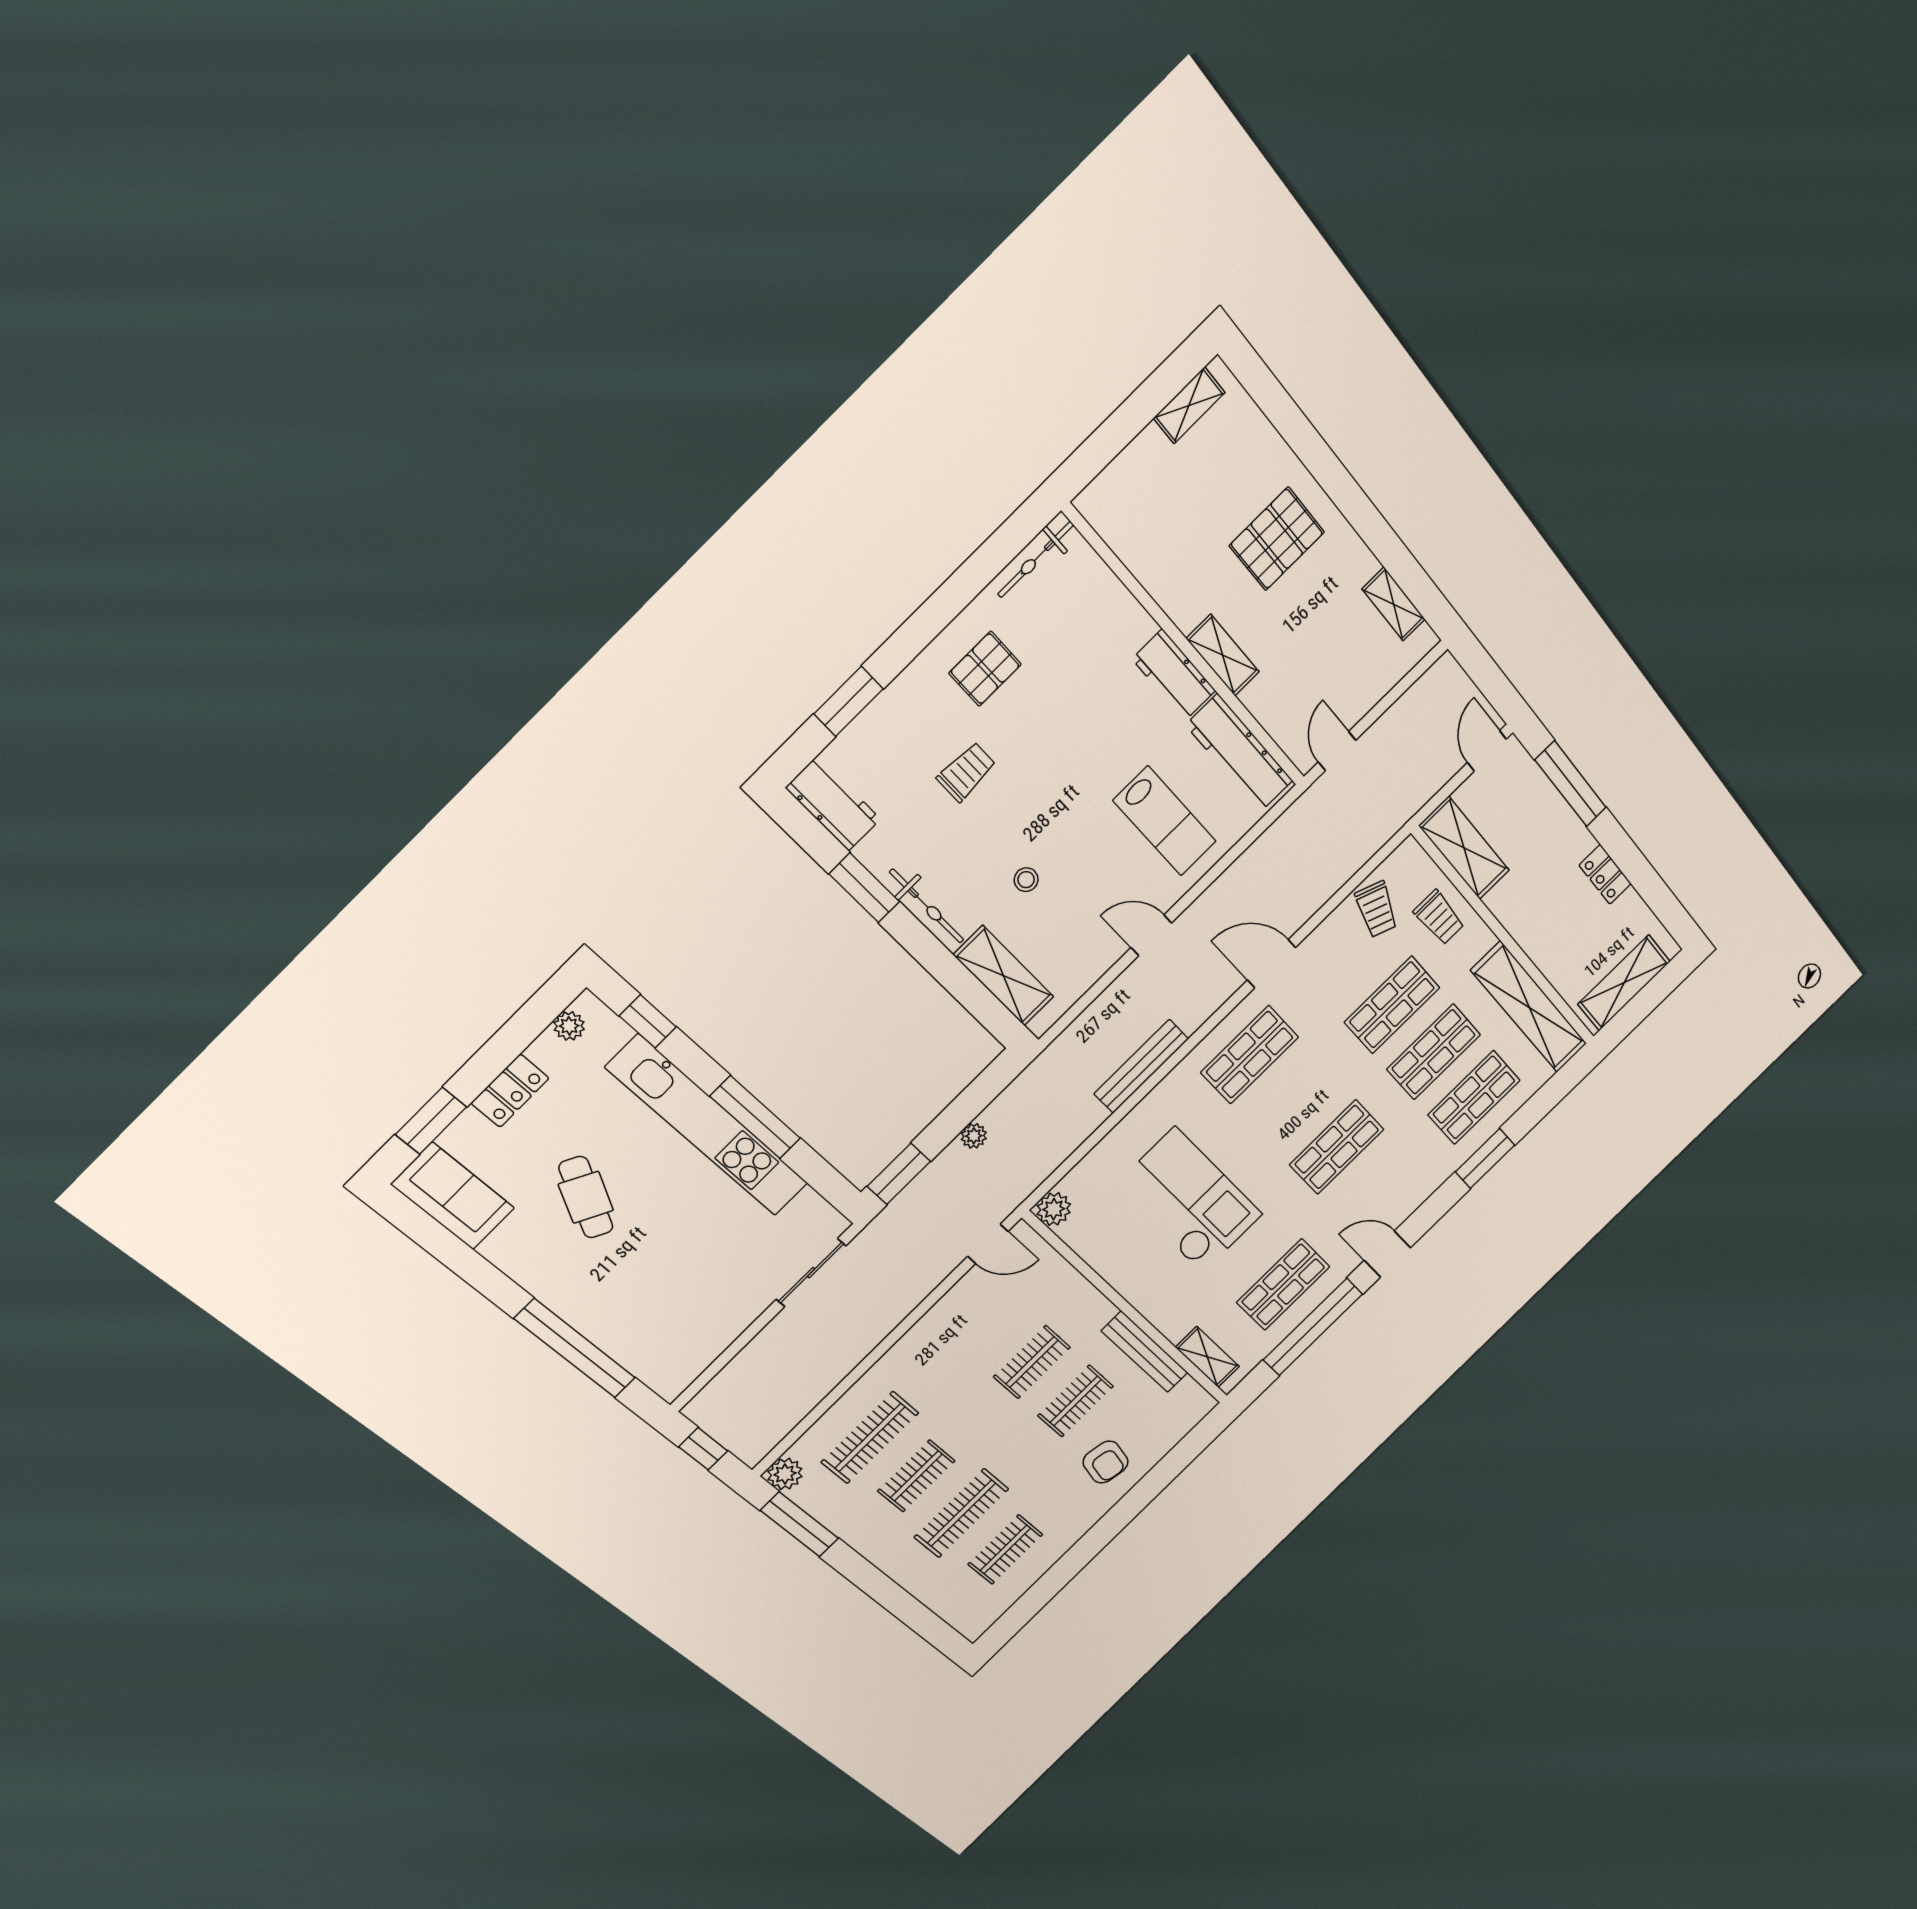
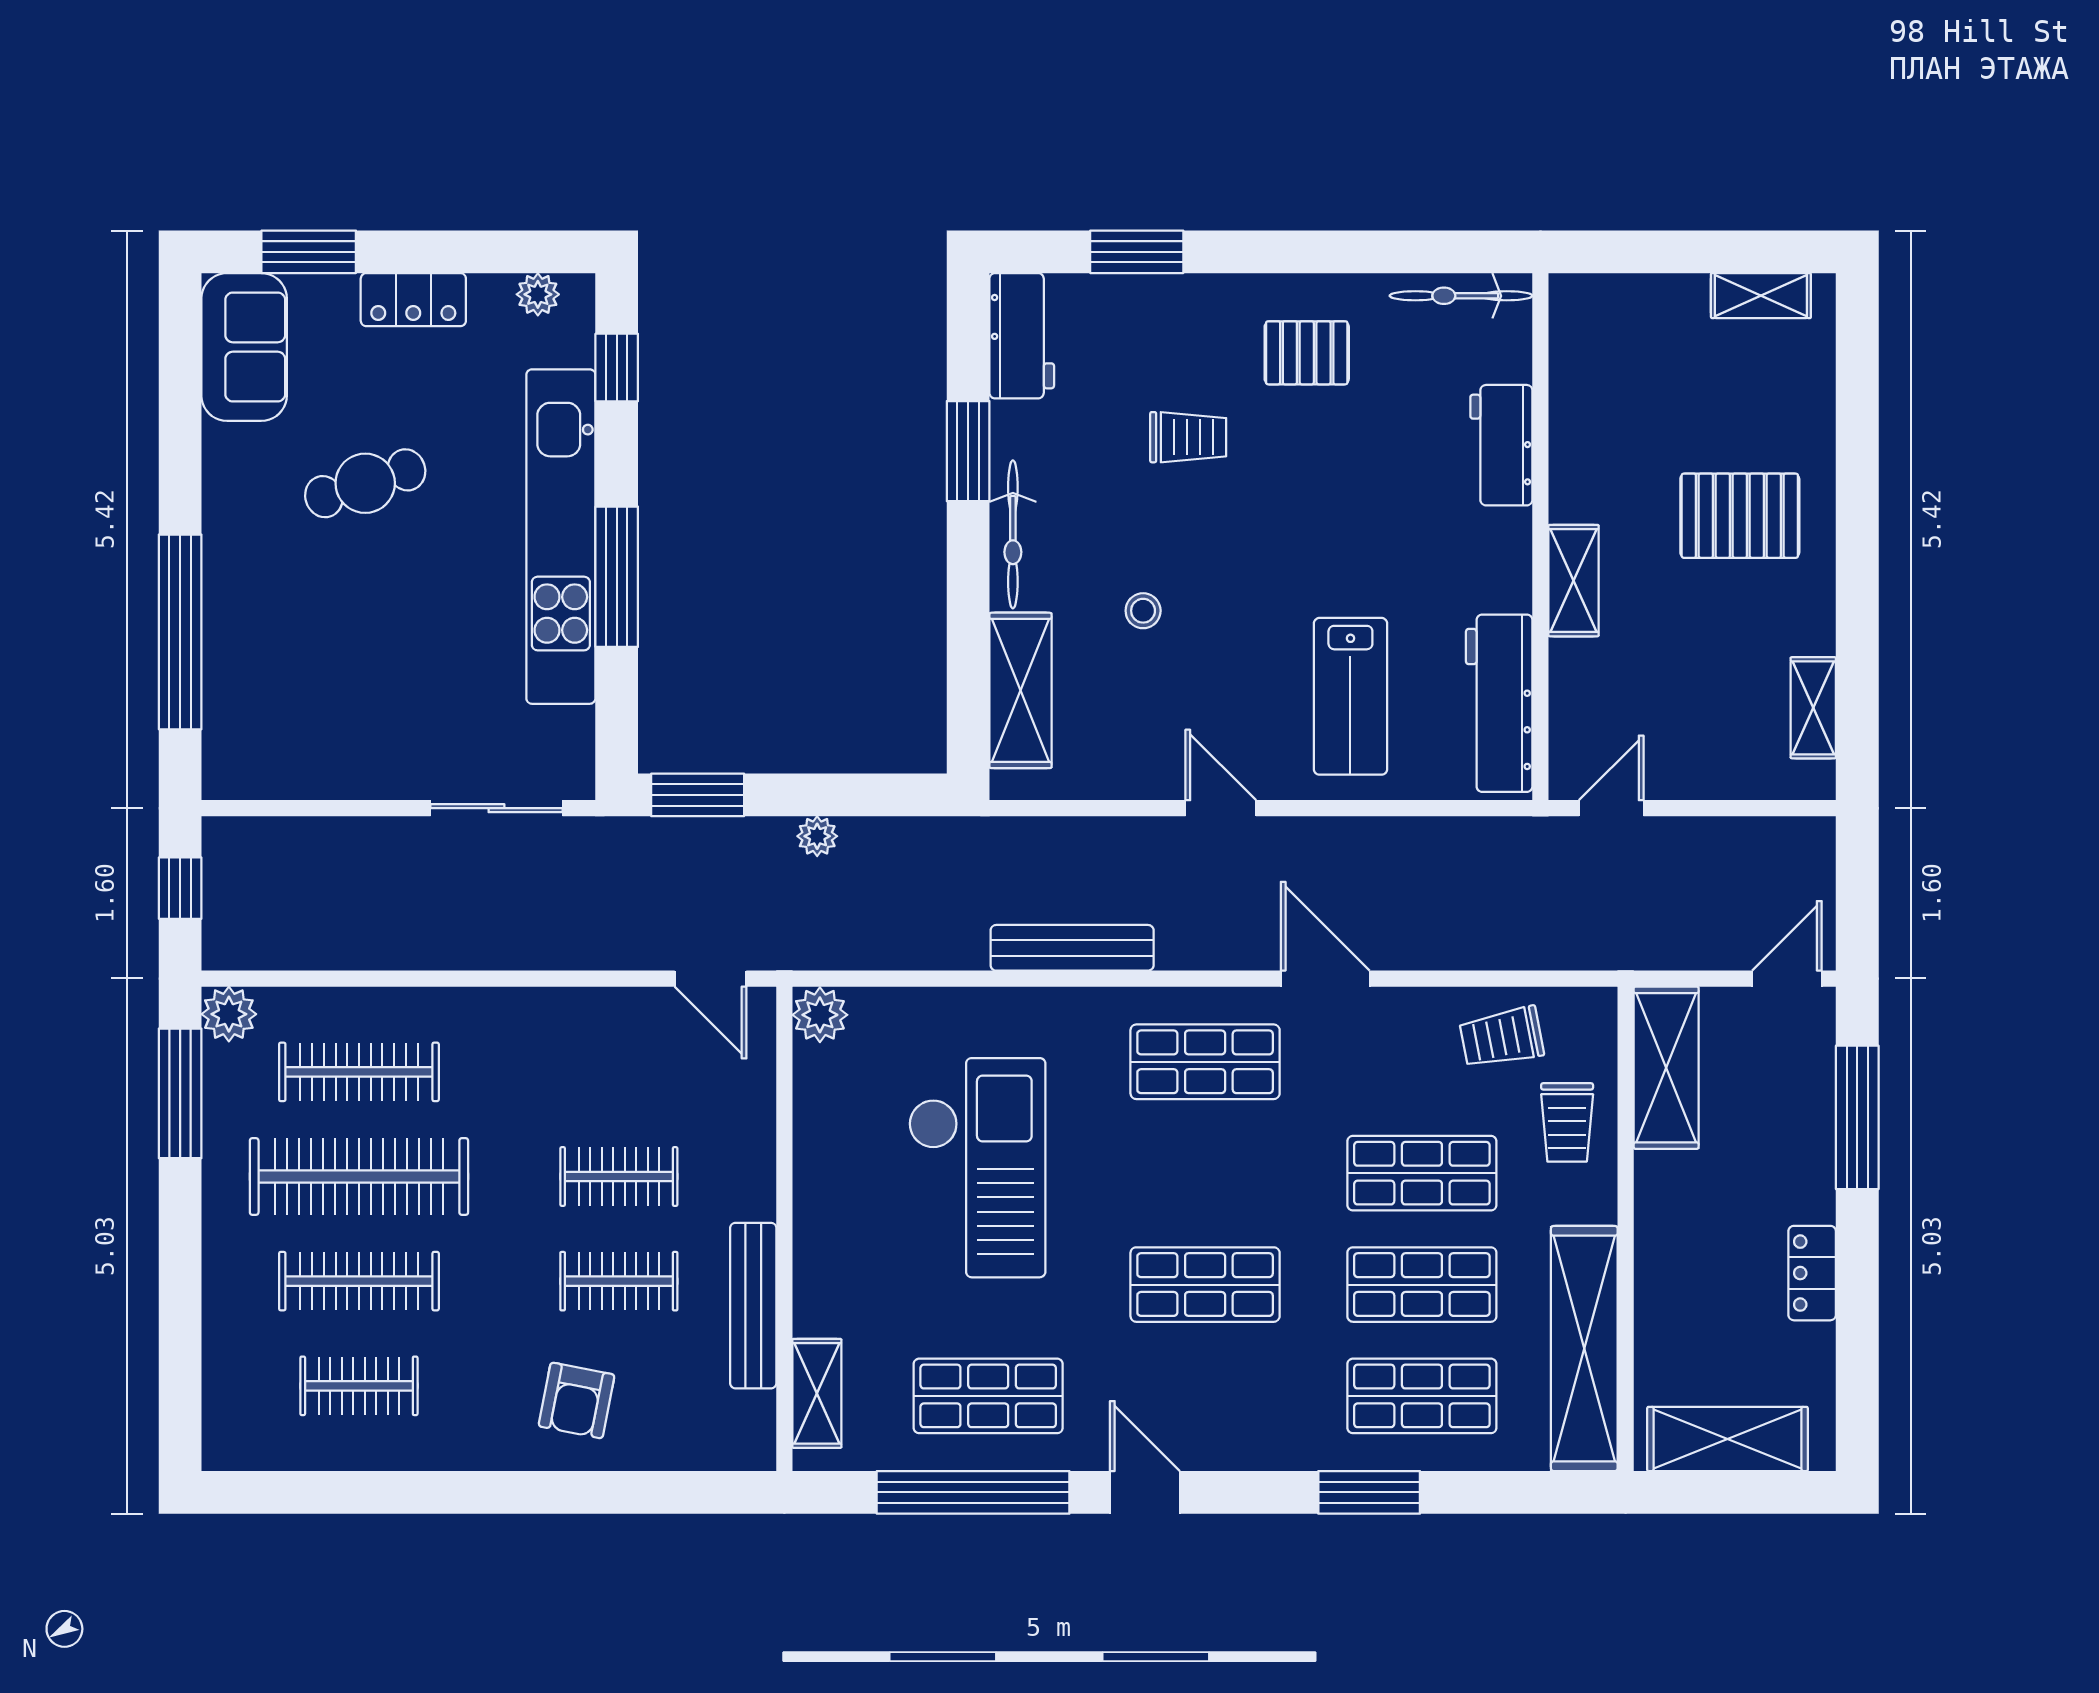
workbench: (1174, 675) -> (1501, 445), moved
trolley: (1376, 909) -> (1502, 1037), turned 58
cafe table: (586, 1197) -> (365, 483), turned 44
clothes rail: (916, 1476) -> (359, 1177), width x1.86, depth x1.31

